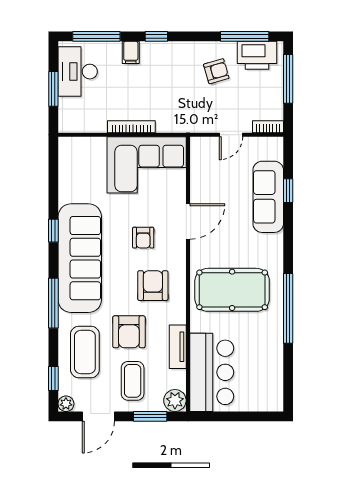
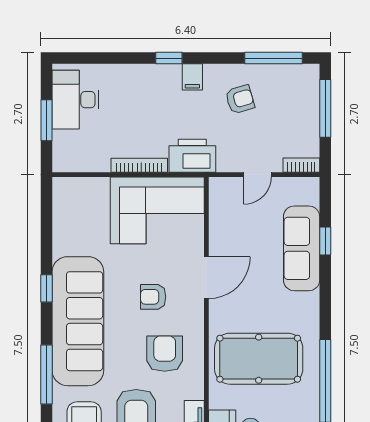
window: (96, 36) -> (98, 58), removed
filing cabinet: (131, 52) -> (192, 77), moved
printer: (257, 55) -> (192, 156), moved, turned 180
armchair: (143, 238) -> (153, 297), turned 90

